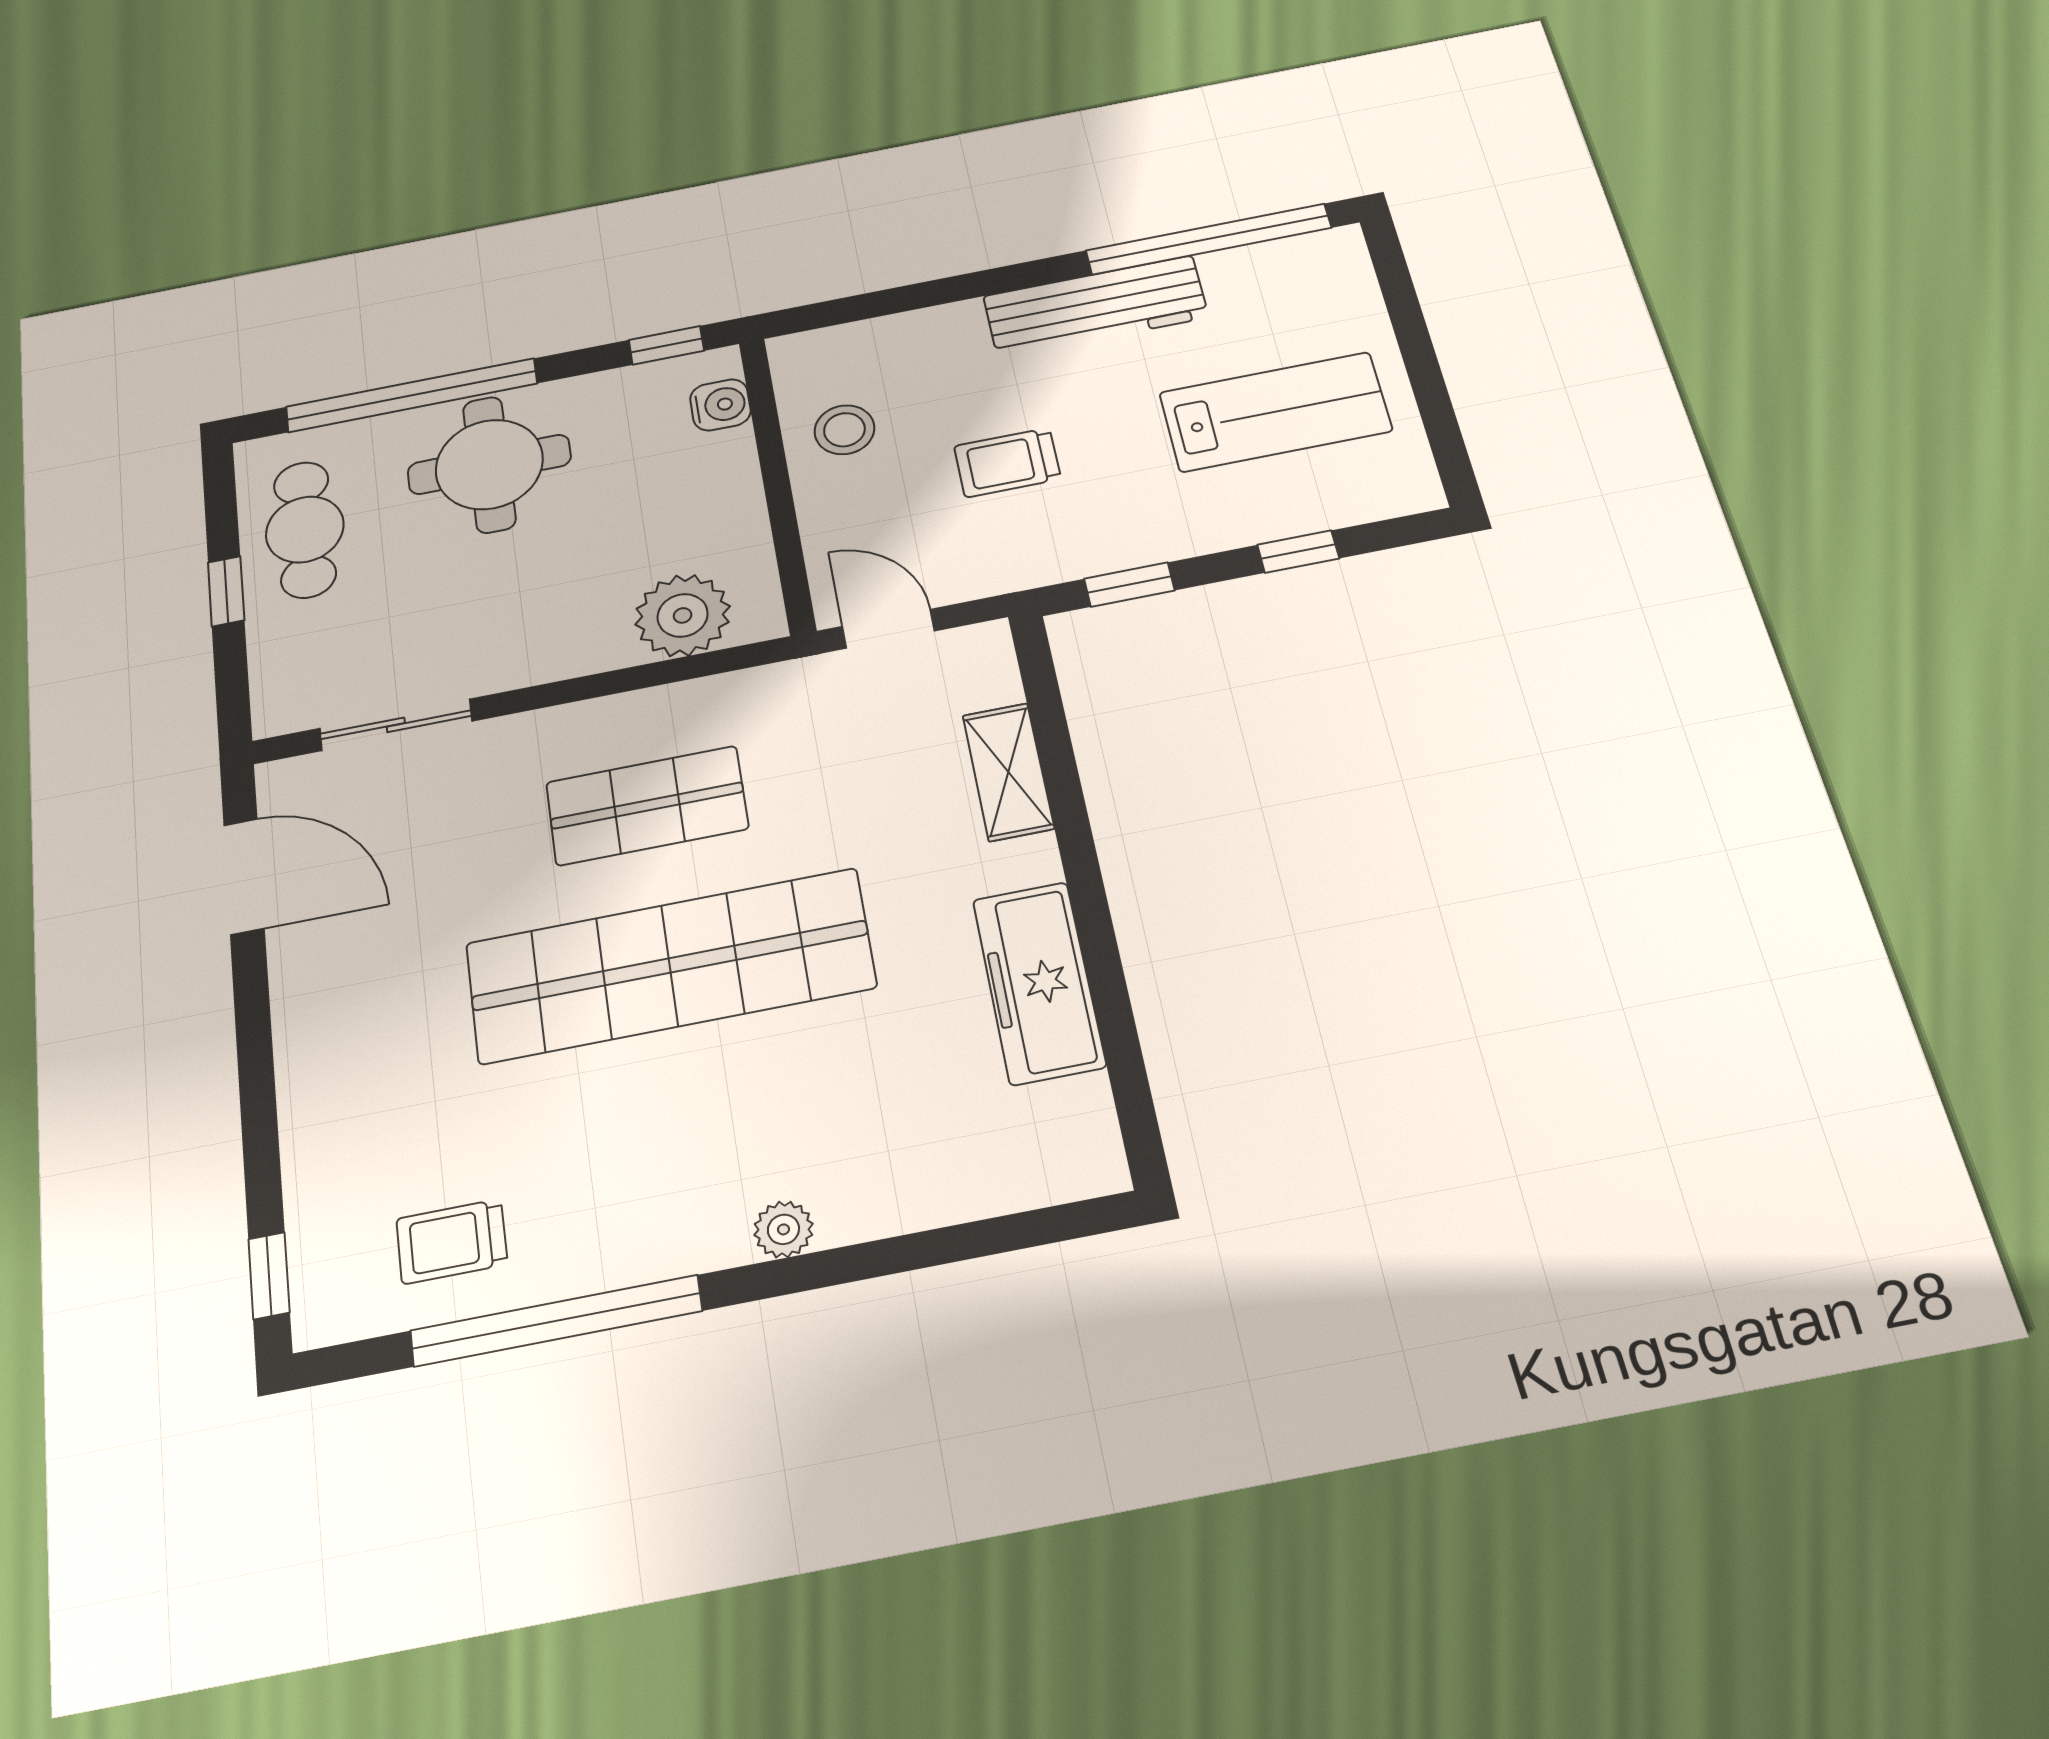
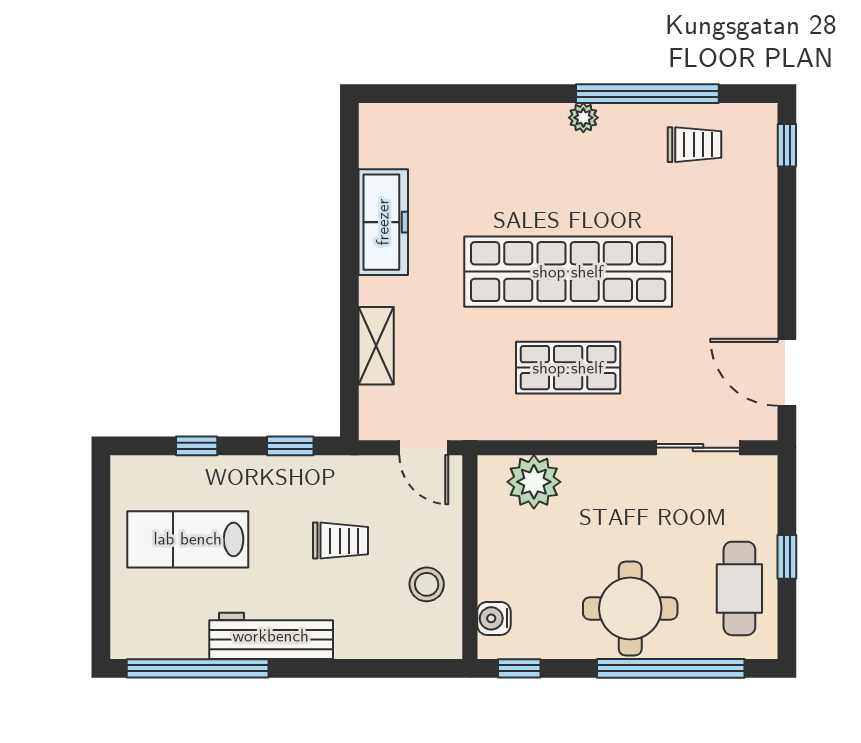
plant: (783, 1229) -> (583, 118), moved

